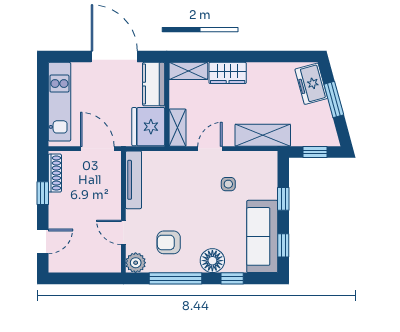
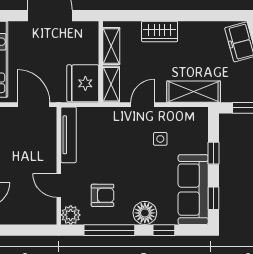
shelving: (188, 71) -> (111, 46), moved, turned 90
kitchen counter: (154, 84) -> (88, 42), removed
armchair: (169, 242) -> (103, 195), turned 180

